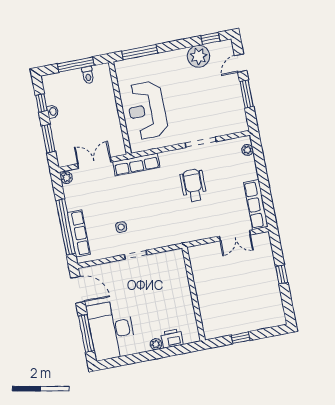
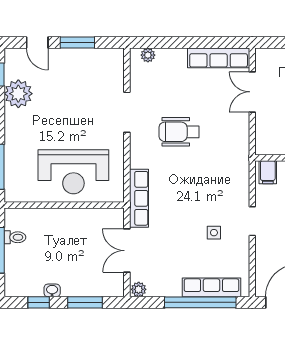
double door: (235, 235) -> (252, 92), swing flipped
filing cabinet: (176, 259) -> (268, 172), added

